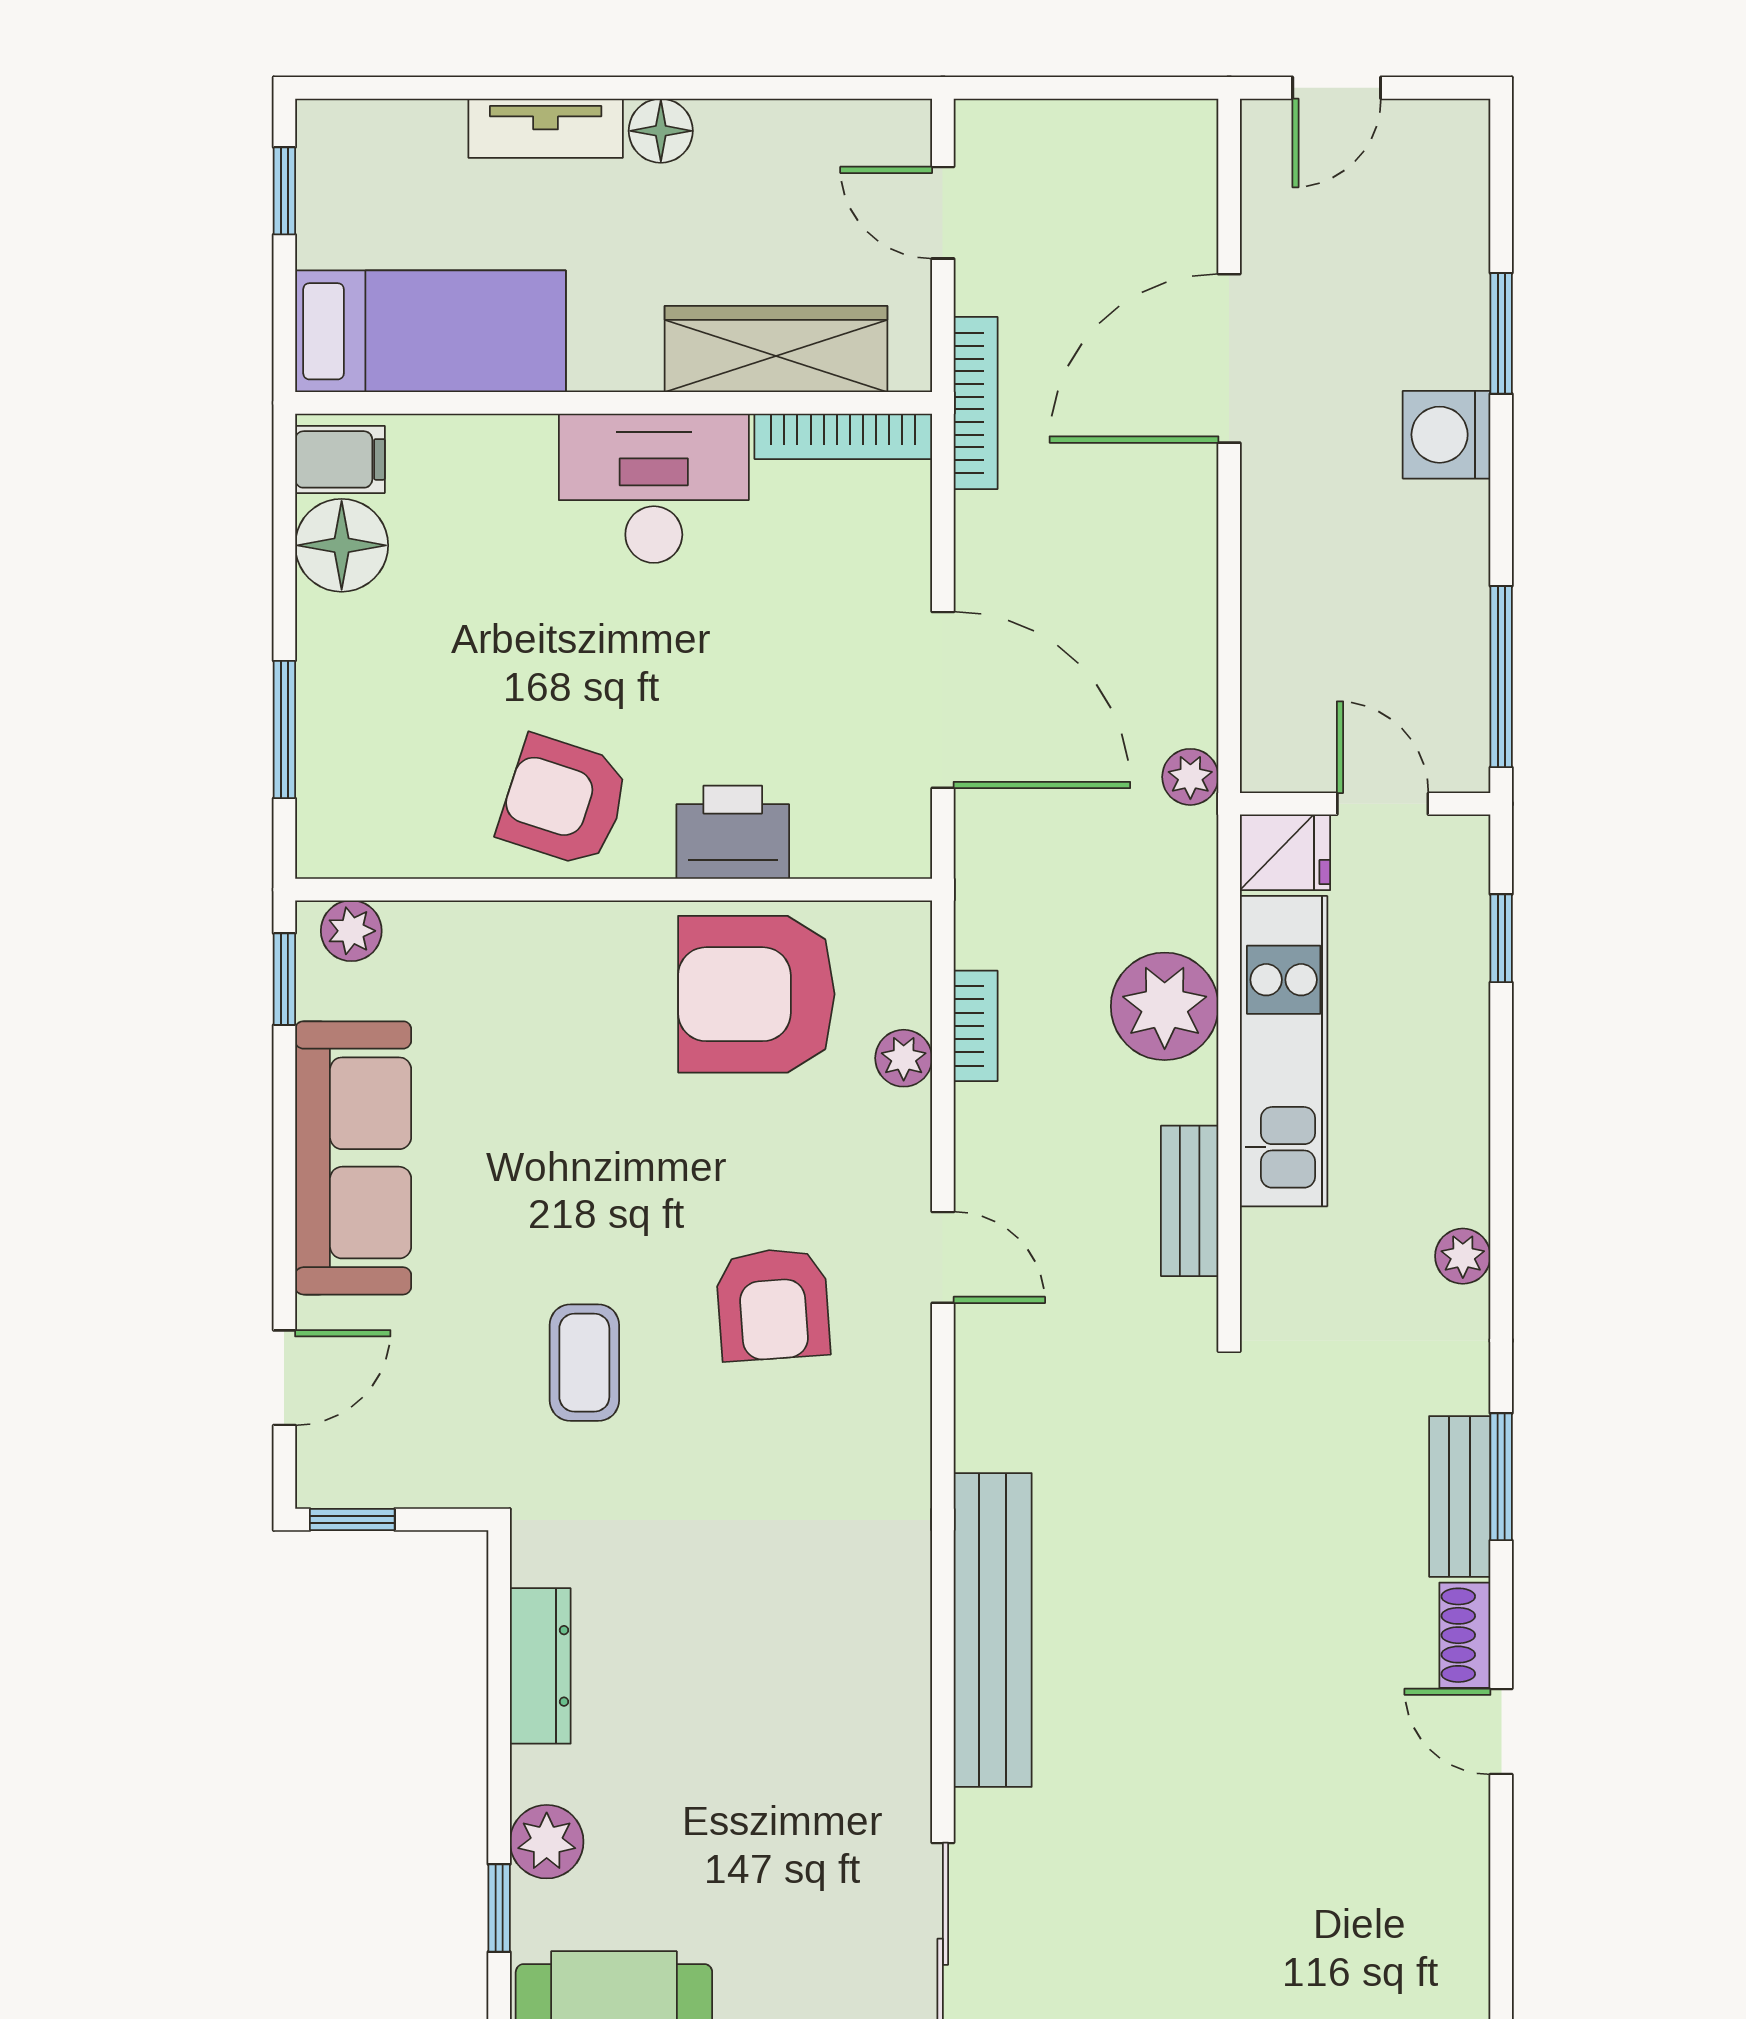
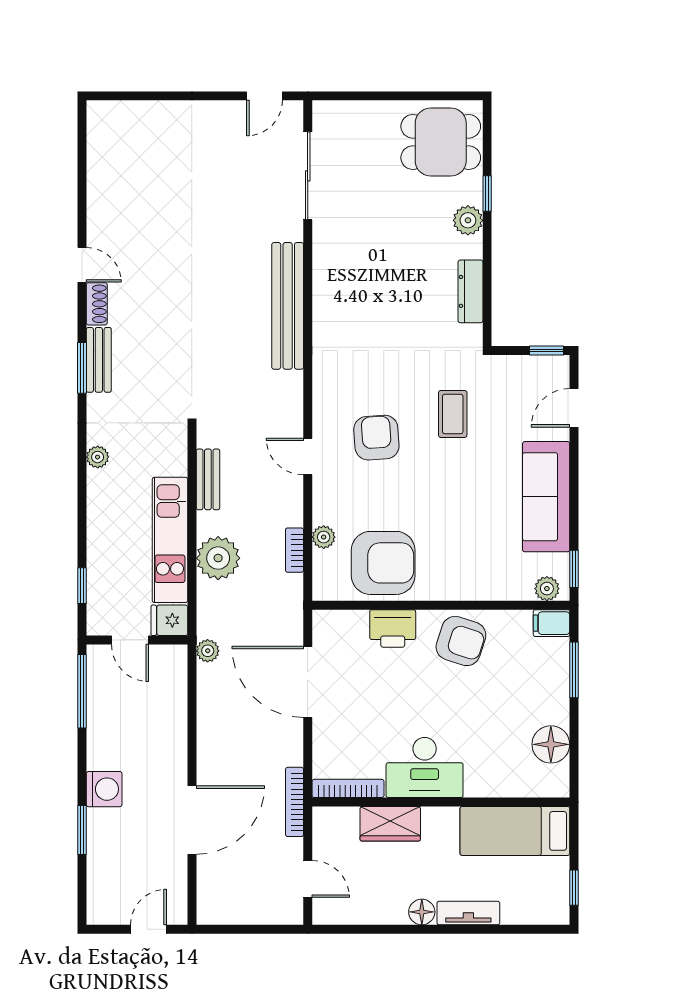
wardrobe: (776, 349) -> (390, 824), width x0.67
filing cabinet: (340, 459) -> (551, 623), moved

